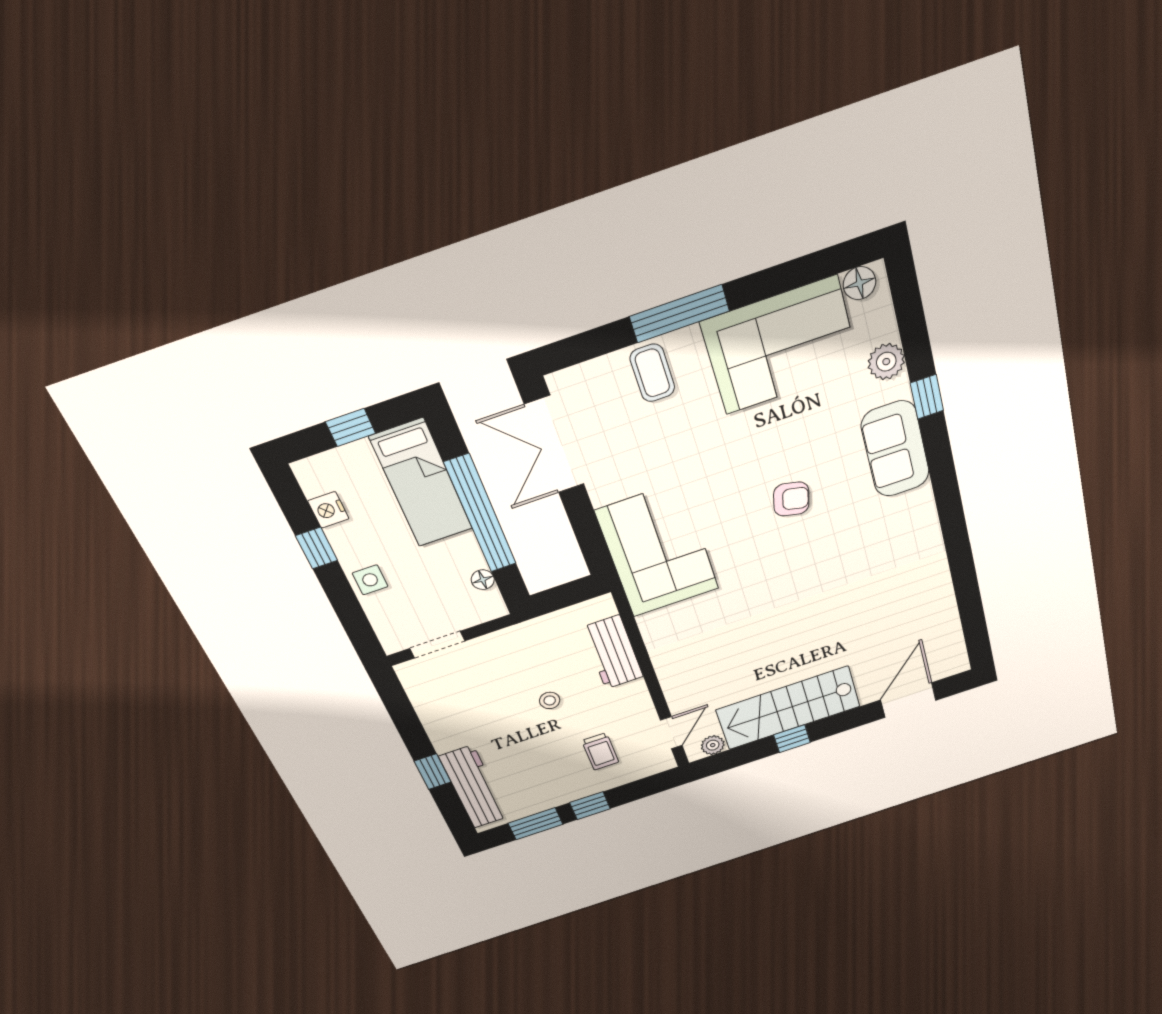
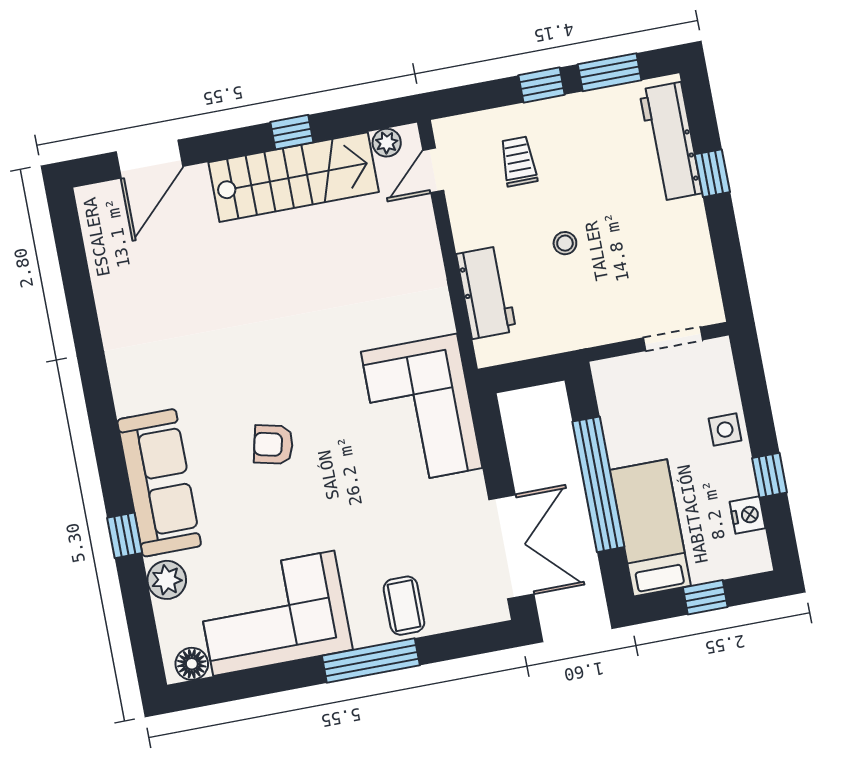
sofa: (895, 449) -> (159, 483), width x1.36
floor lamp: (483, 580) -> (610, 408), removed

